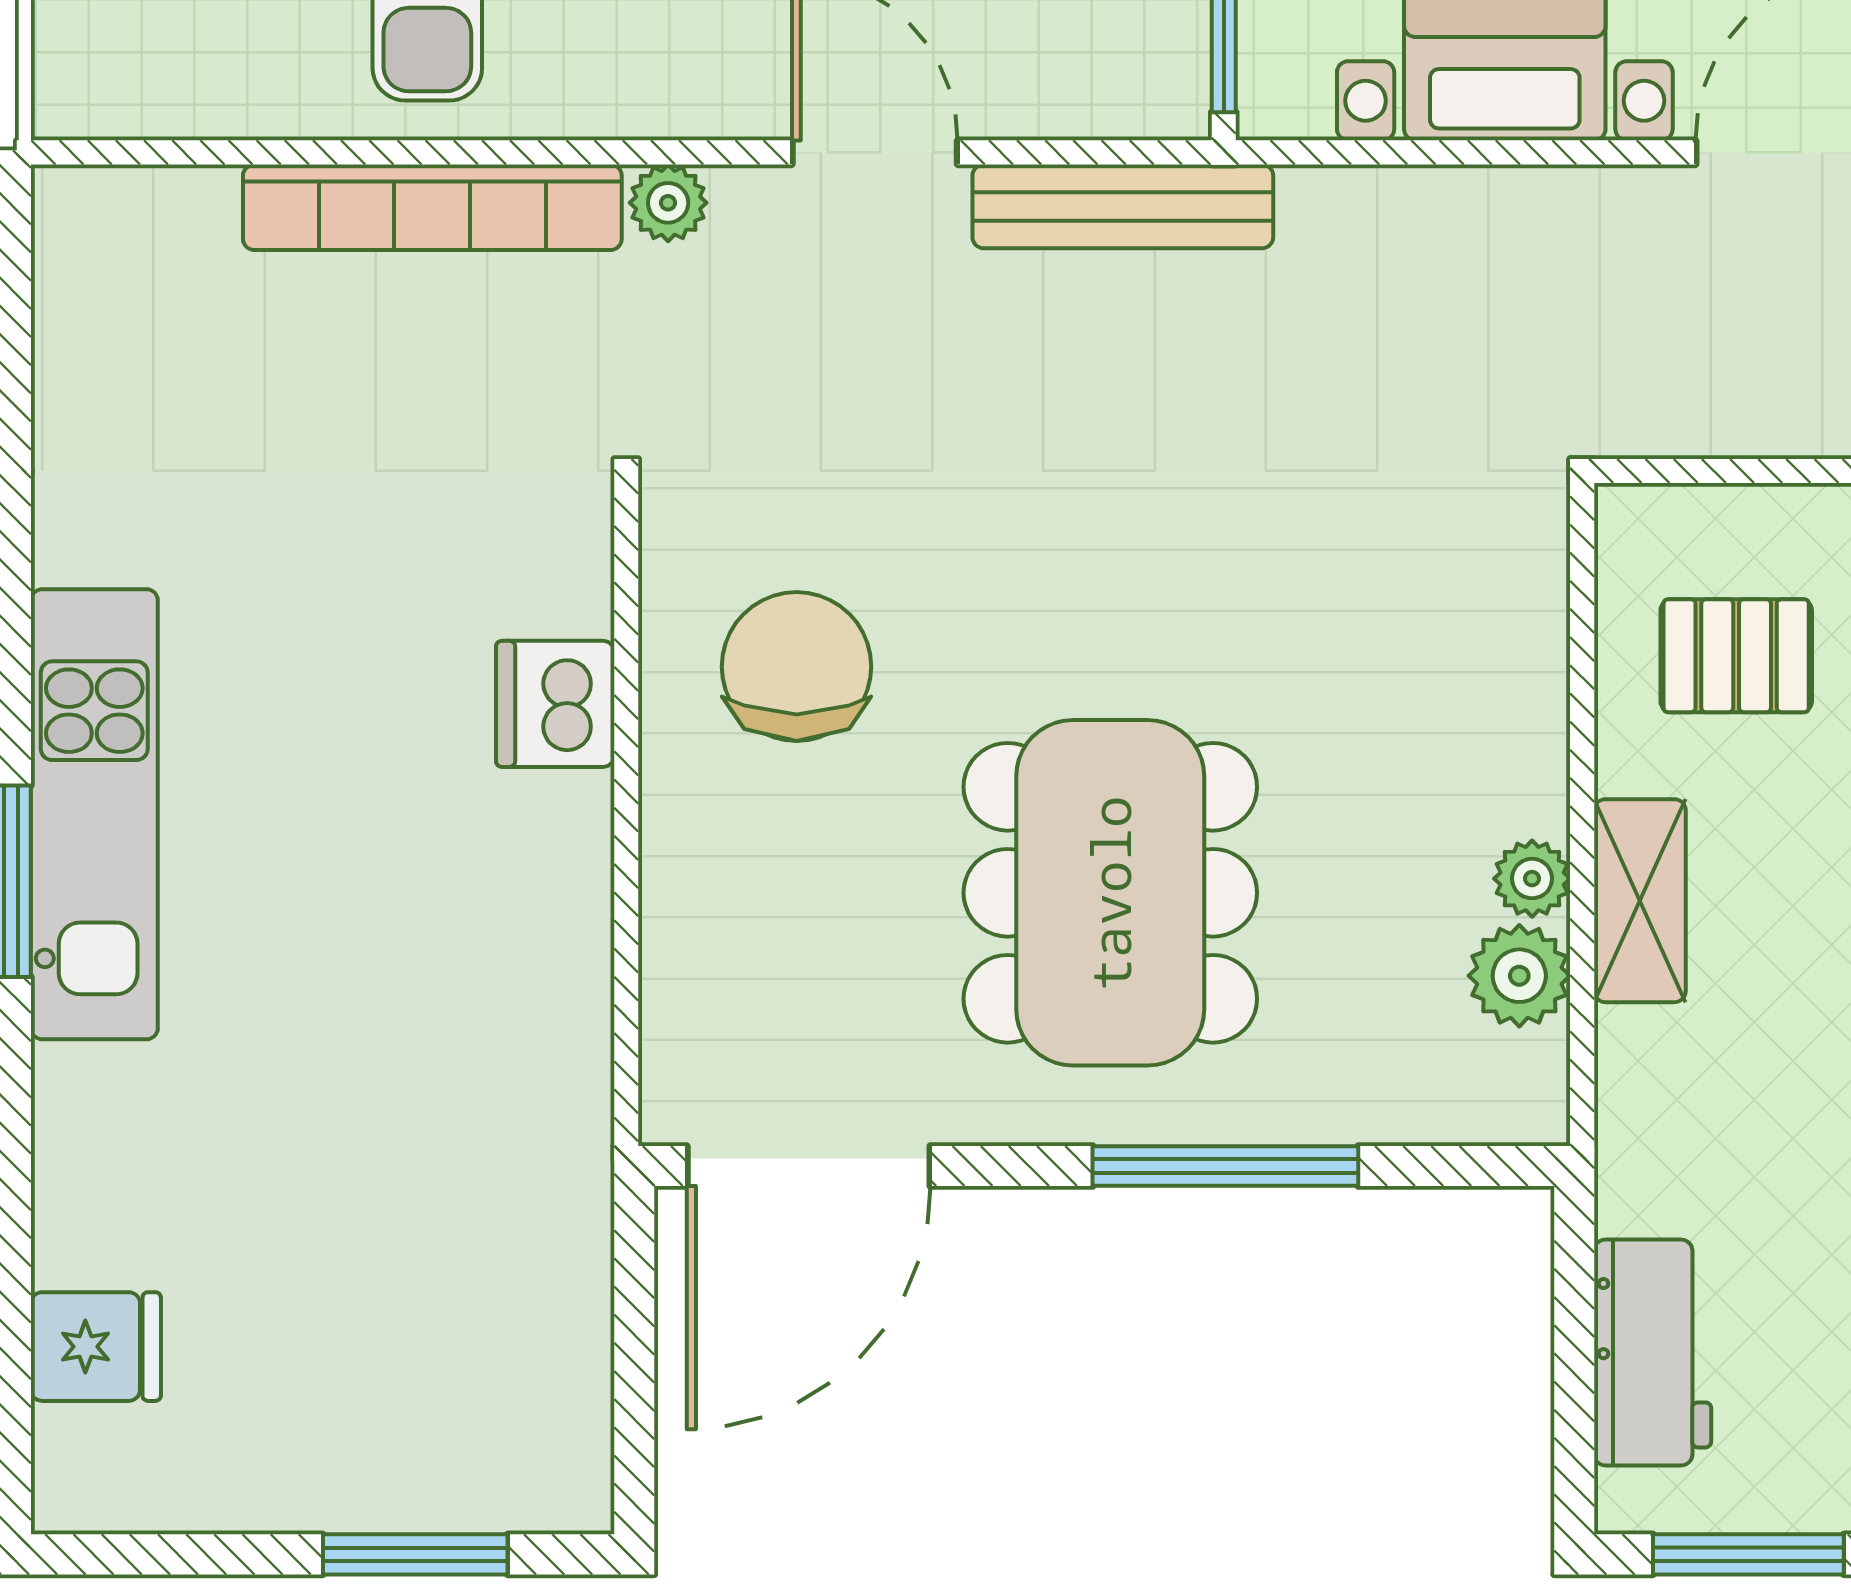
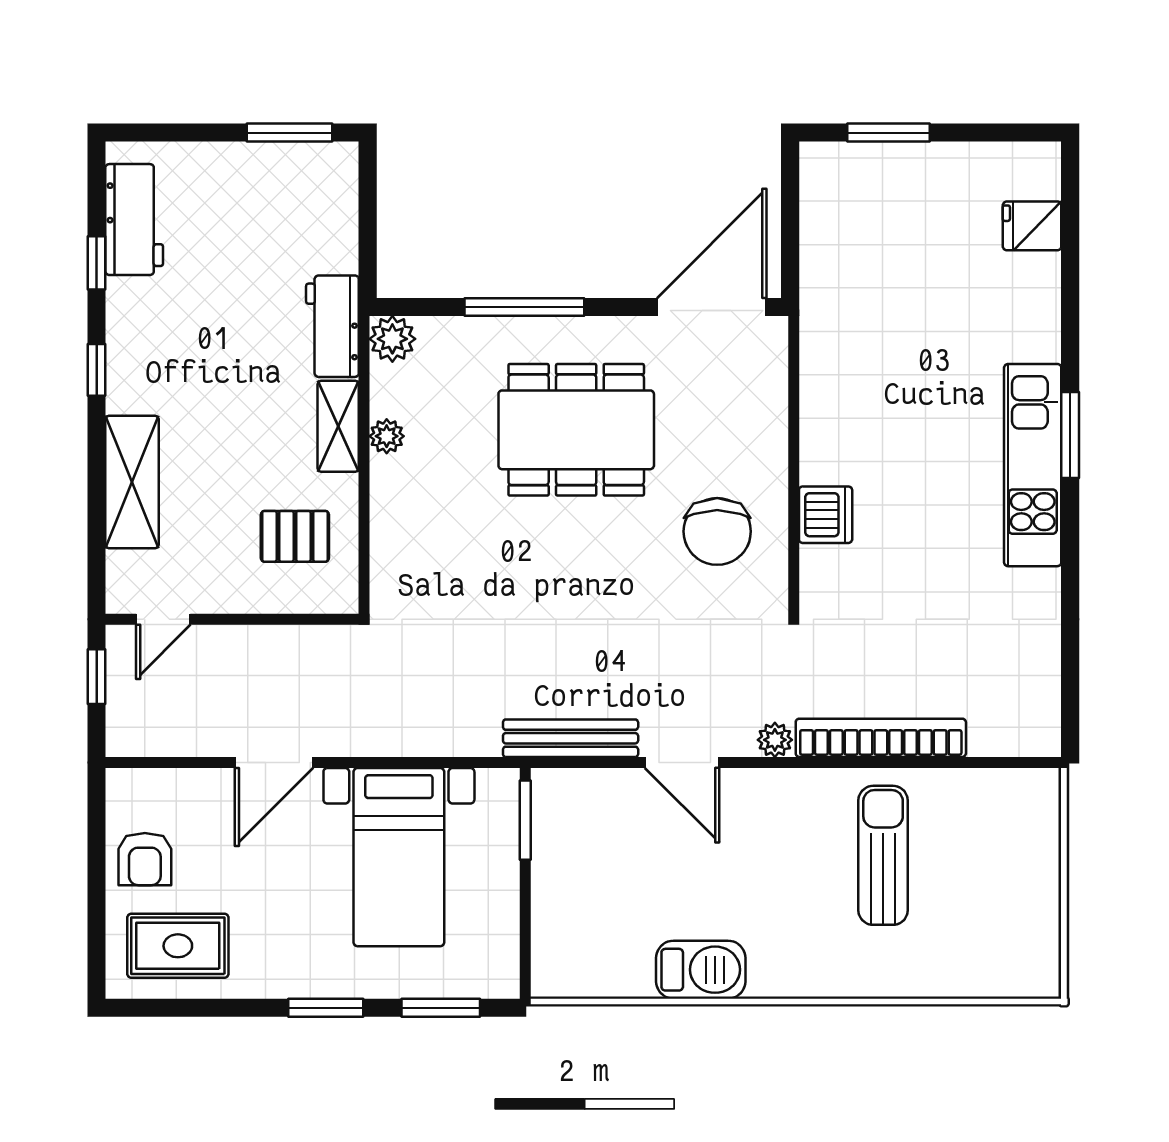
dining table: (1110, 893) -> (576, 430), turned 90
plant: (1519, 976) -> (392, 339), moved
workbench: (1653, 1353) -> (332, 326), moved

